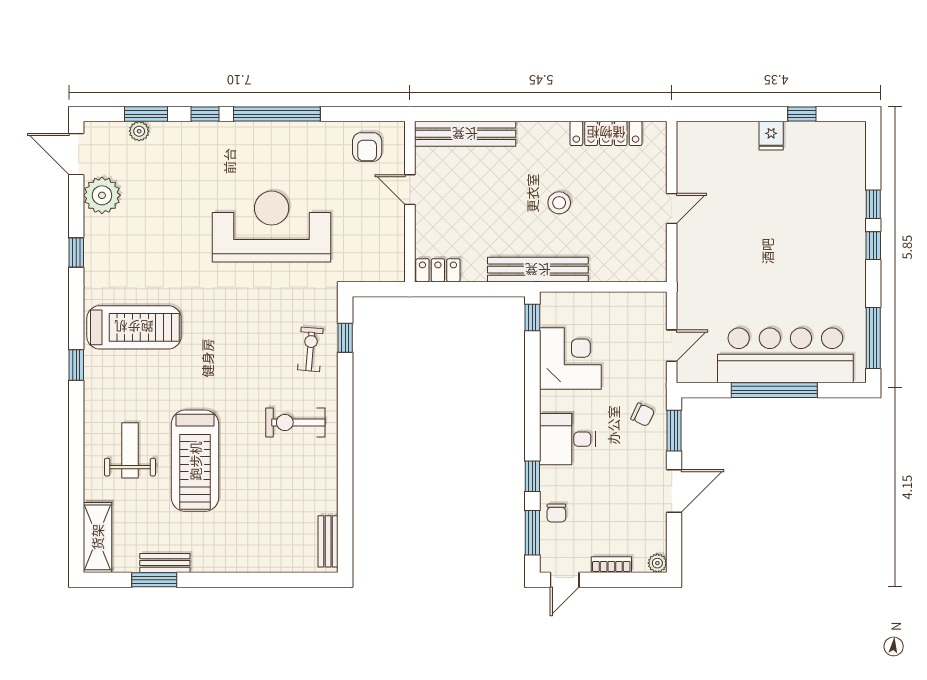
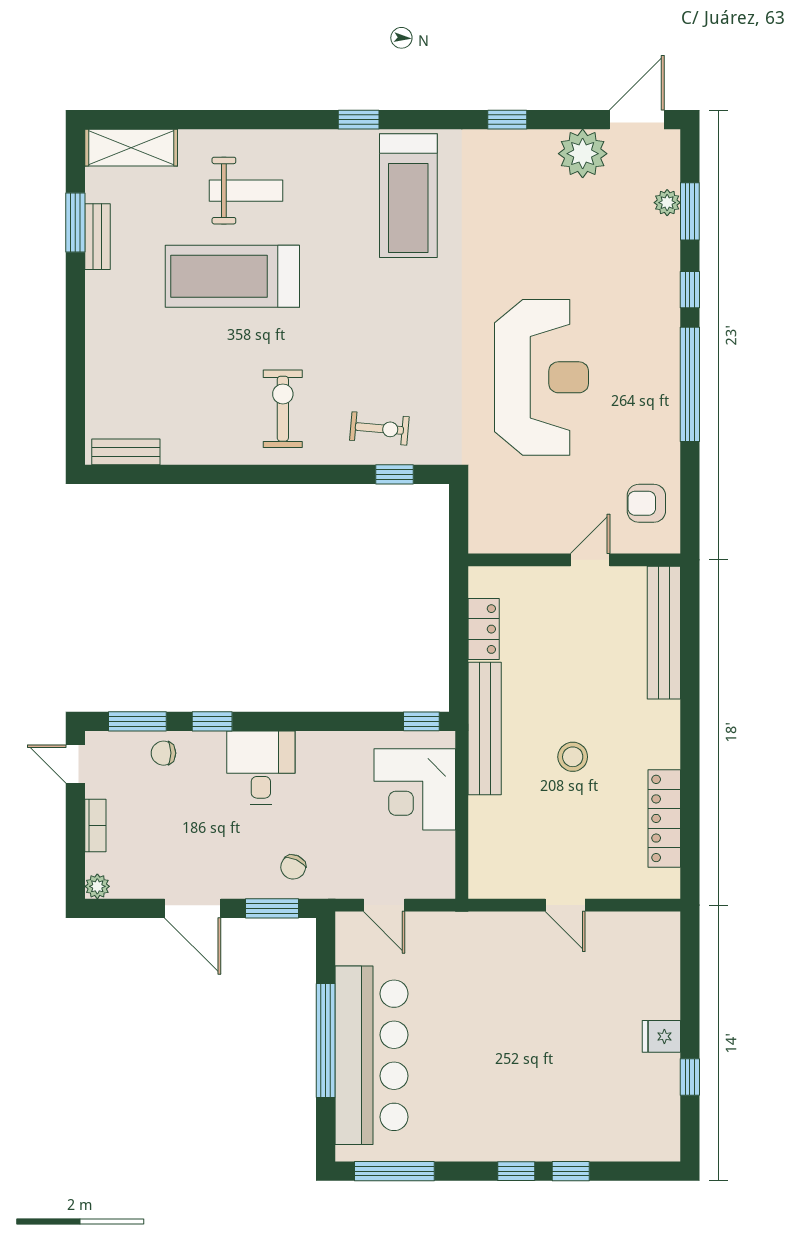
locker: (438, 270) -> (484, 629), moved
corner desk: (570, 358) -> (415, 789), moved, turned 90

